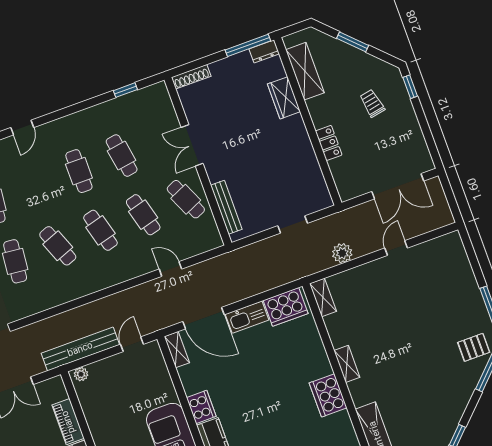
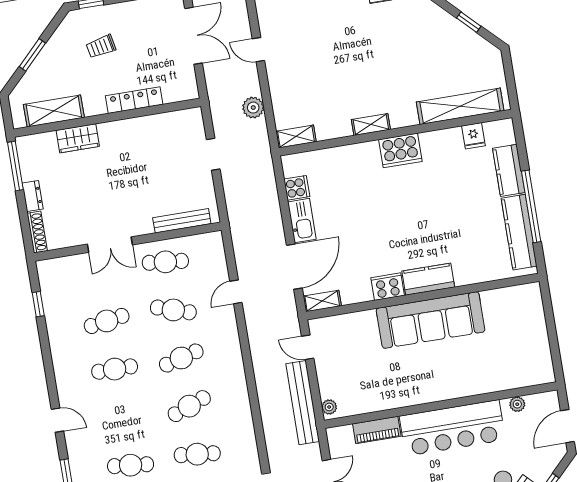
dresser: (264, 51) -> (33, 196), moved
locker: (329, 143) -> (134, 100), width x1.53
cafe table: (186, 199) -> (165, 262), turned 30
cafe table: (143, 215) -> (173, 310), turned 33
cooker: (286, 307) -> (297, 188), width x0.53, depth x0.76

